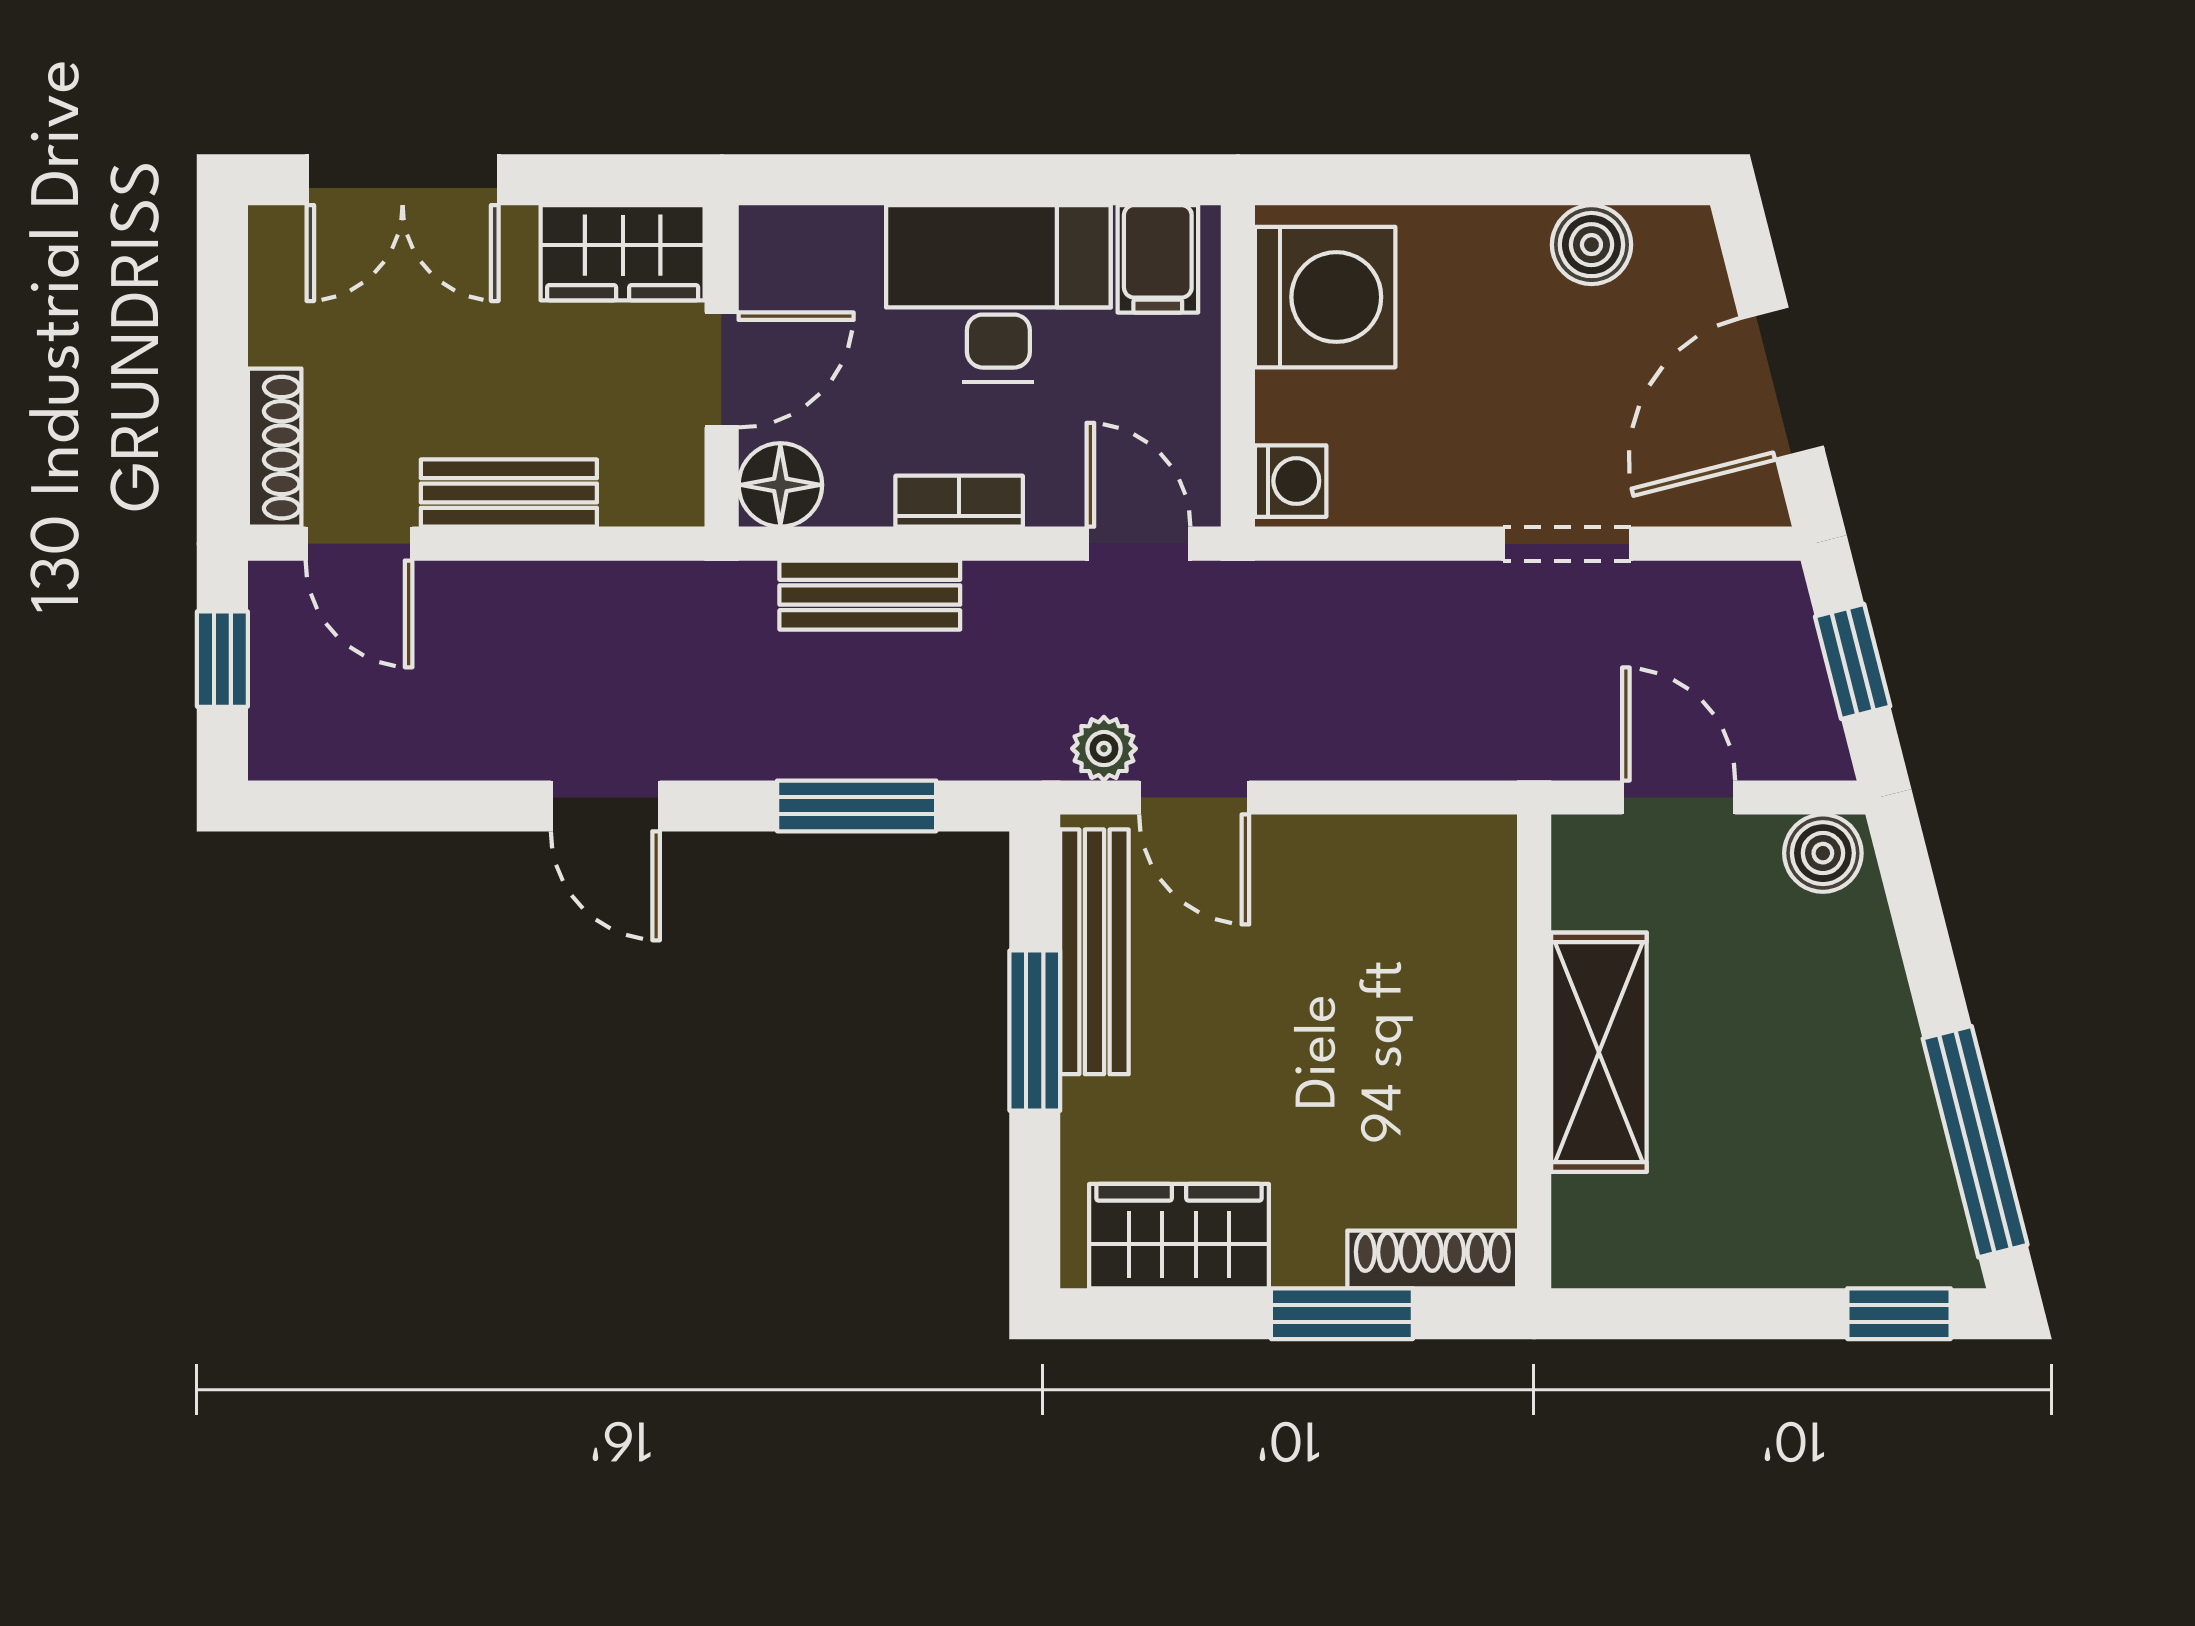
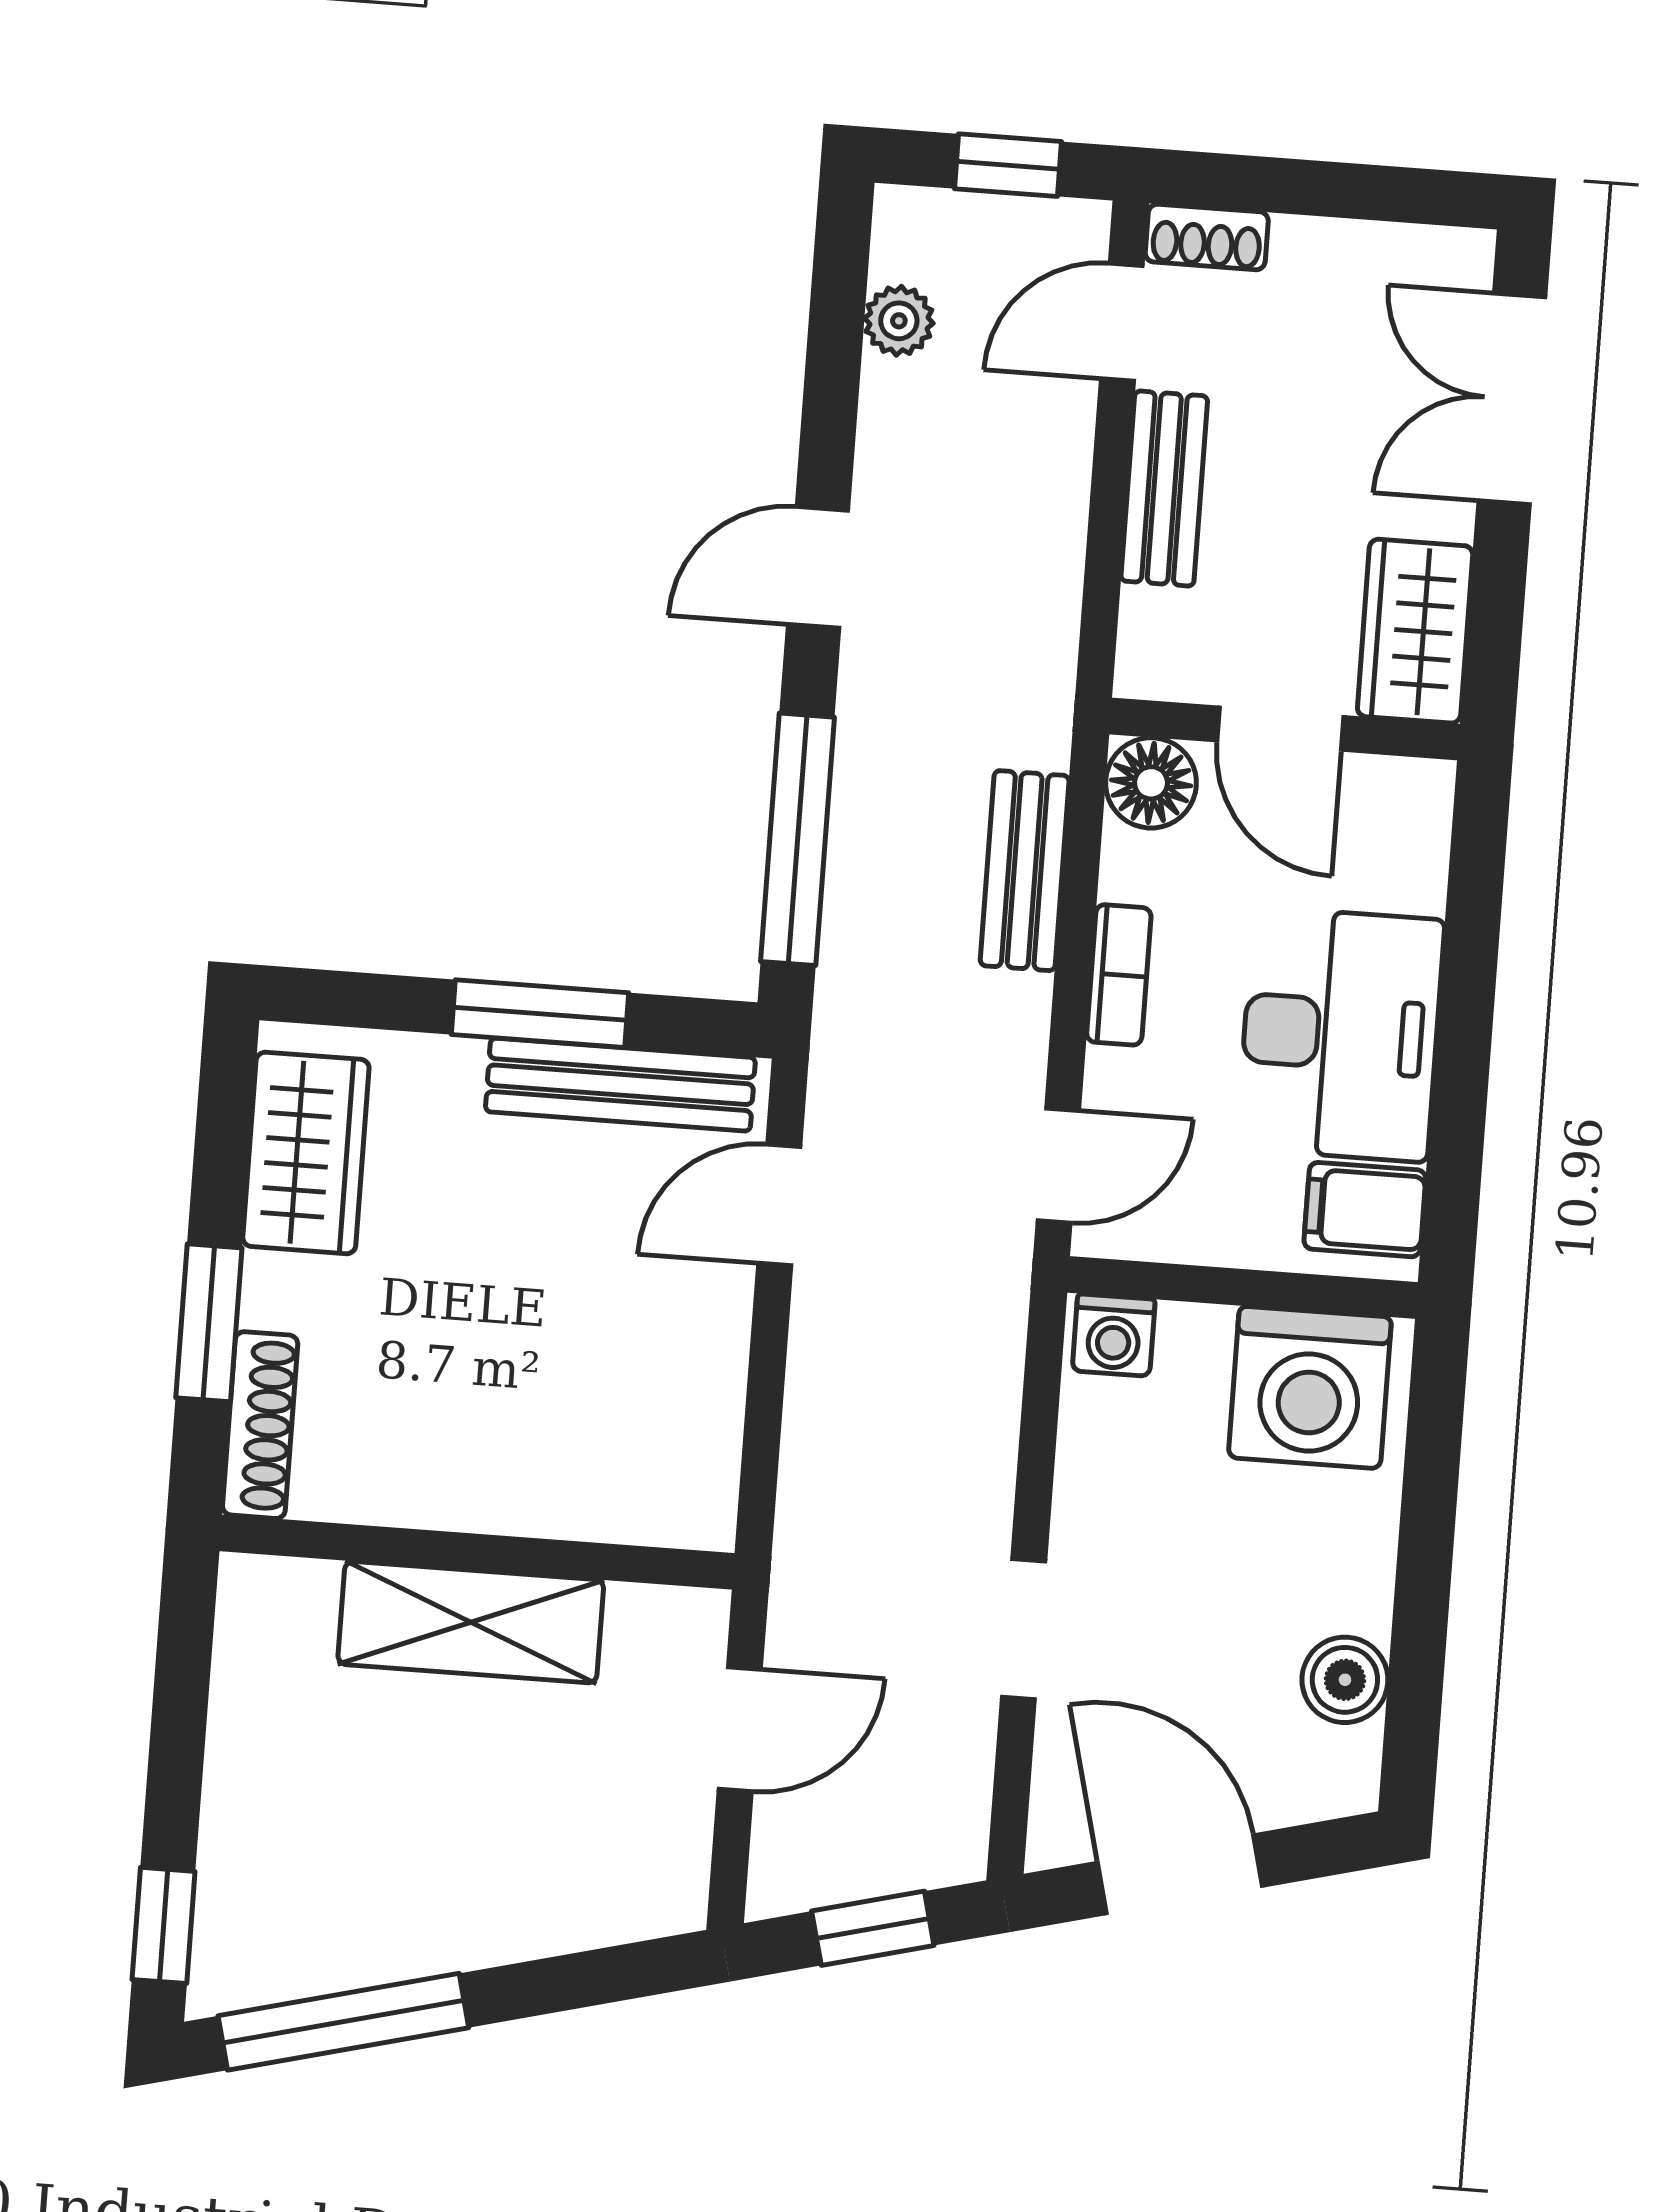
shoe rack: (275, 448) -> (1207, 237), width x0.70
plant: (1104, 749) -> (899, 321), moved
window: (857, 806) -> (798, 839), width x1.44
boiler: (1823, 853) -> (668, 1881), removed

